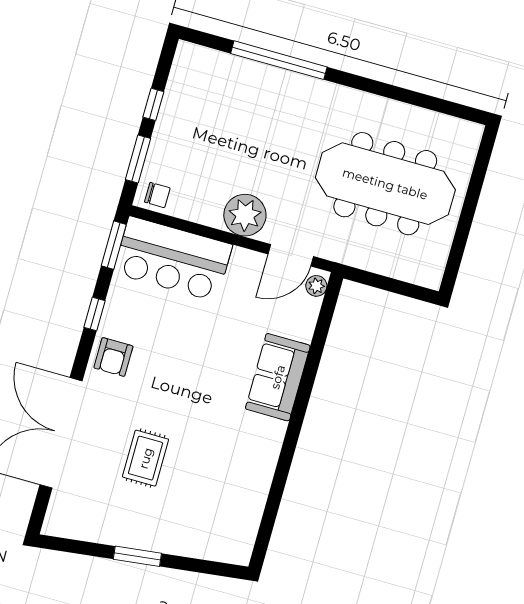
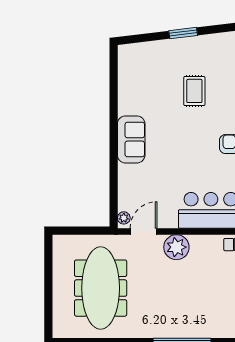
meeting table: (385, 184) -> (101, 288), turned 90
sofa: (278, 377) -> (131, 139), moved

